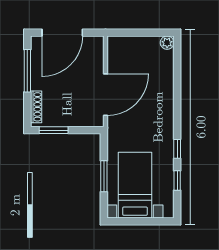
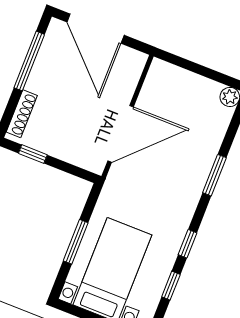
door: (62, 33) -> (96, 29), hinge flipped
window: (177, 97) -> (214, 175), added
window: (54, 130) -> (33, 154), width x0.67

